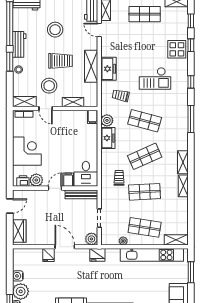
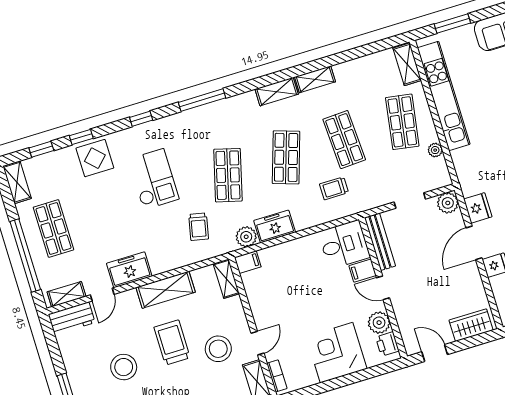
freezer: (108, 69) -> (129, 270), moved
shelving: (73, 102) -> (226, 279), moved
shop shelf: (145, 156) -> (286, 157), turned 42
fridge: (97, 255) -> (478, 208), moved

